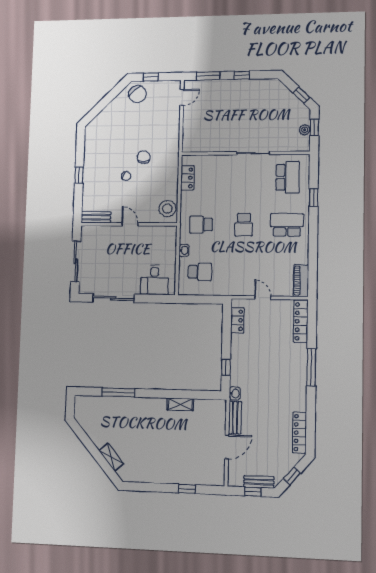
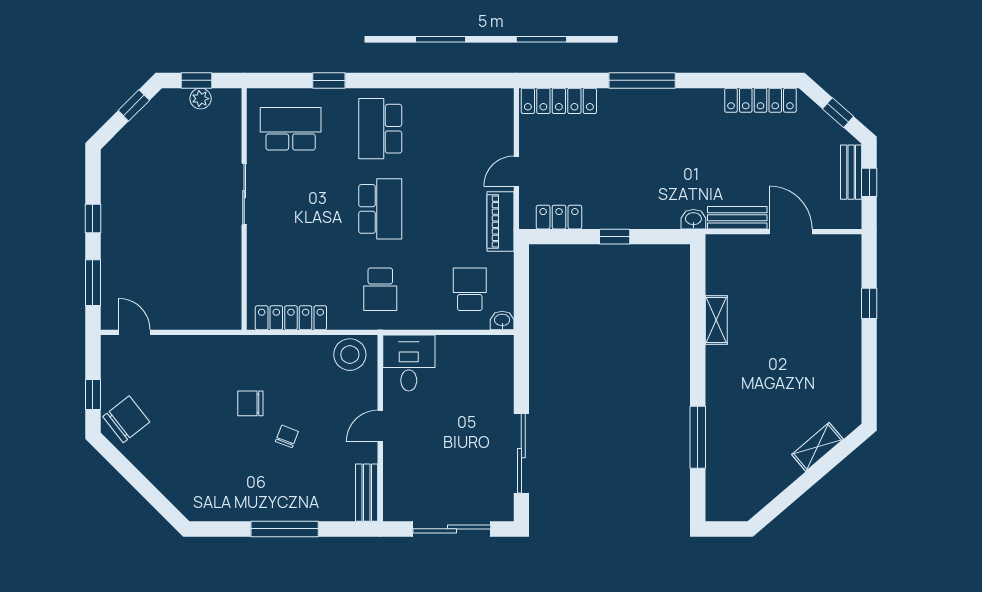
window: (79, 175) -> (285, 529), width x2.17
locker: (187, 178) -> (291, 318), width x1.53
school desk: (244, 225) -> (380, 209), width x1.85
washbasin: (184, 250) -> (502, 320), moved
desk: (155, 280) -> (409, 363), moved, turned -90
piano: (301, 281) -> (500, 222), moved, turned 90
window: (226, 367) -> (615, 237), moved

